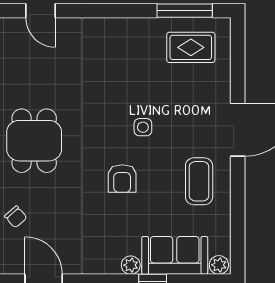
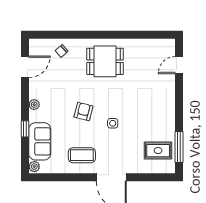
rug: (191, 47) -> (158, 151), turned 90
armchair: (122, 179) -> (83, 111), turned 104
plant: (131, 265) -> (34, 105), moved

